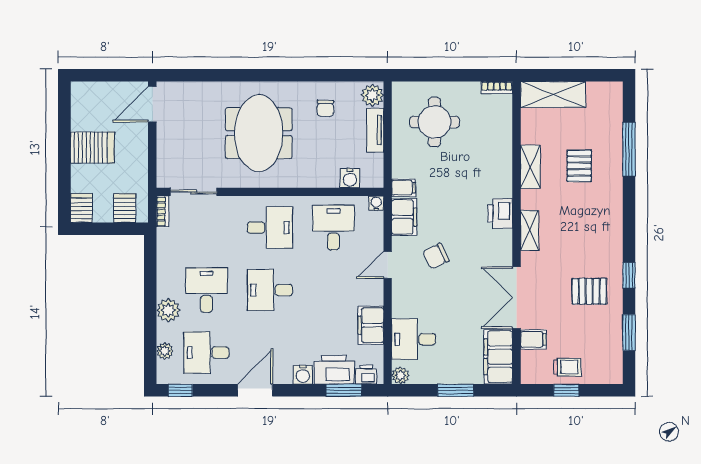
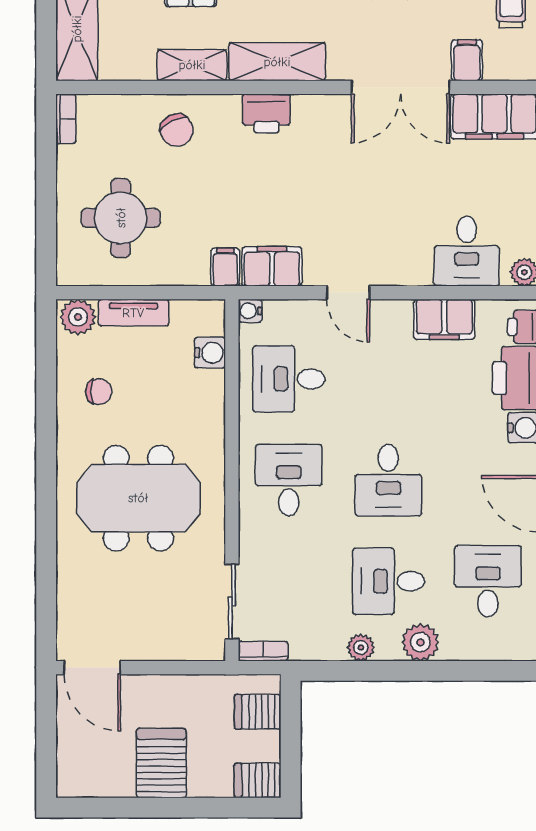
shelving: (530, 230) -> (277, 62), width x1.50, depth x1.33
chair: (436, 256) -> (177, 130), moved
plant: (165, 351) -> (361, 648), moved
desk: (206, 353) -> (488, 581), turned 180

